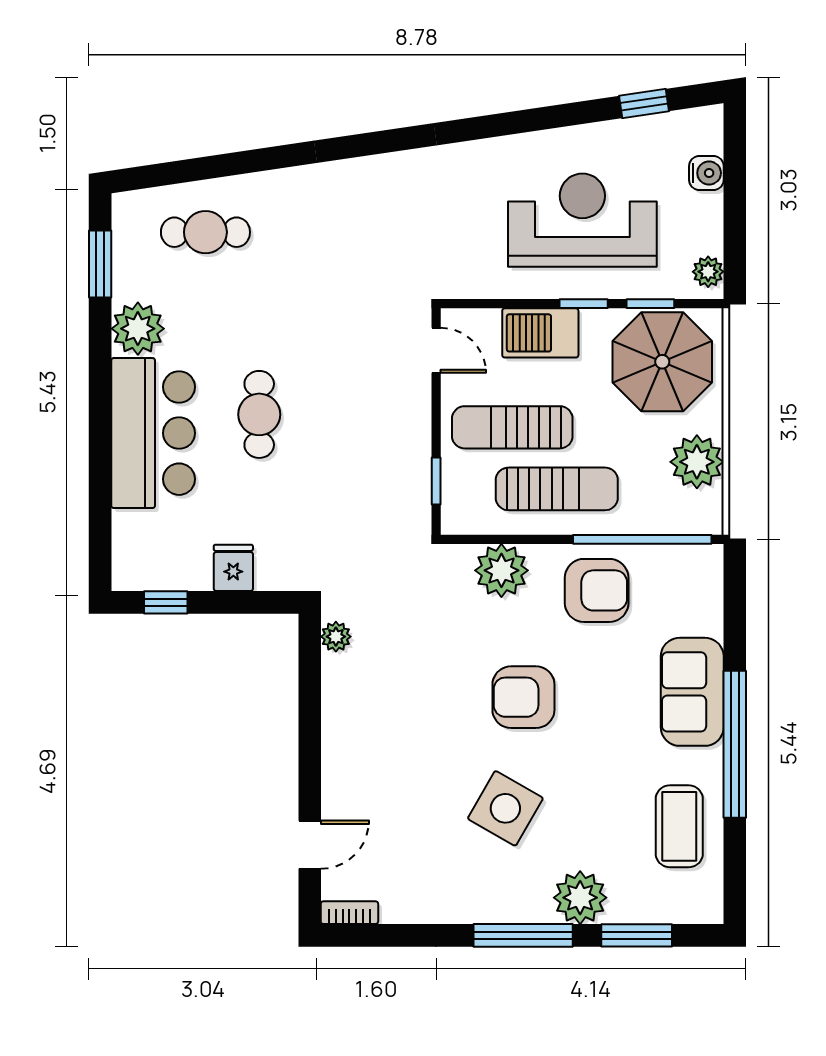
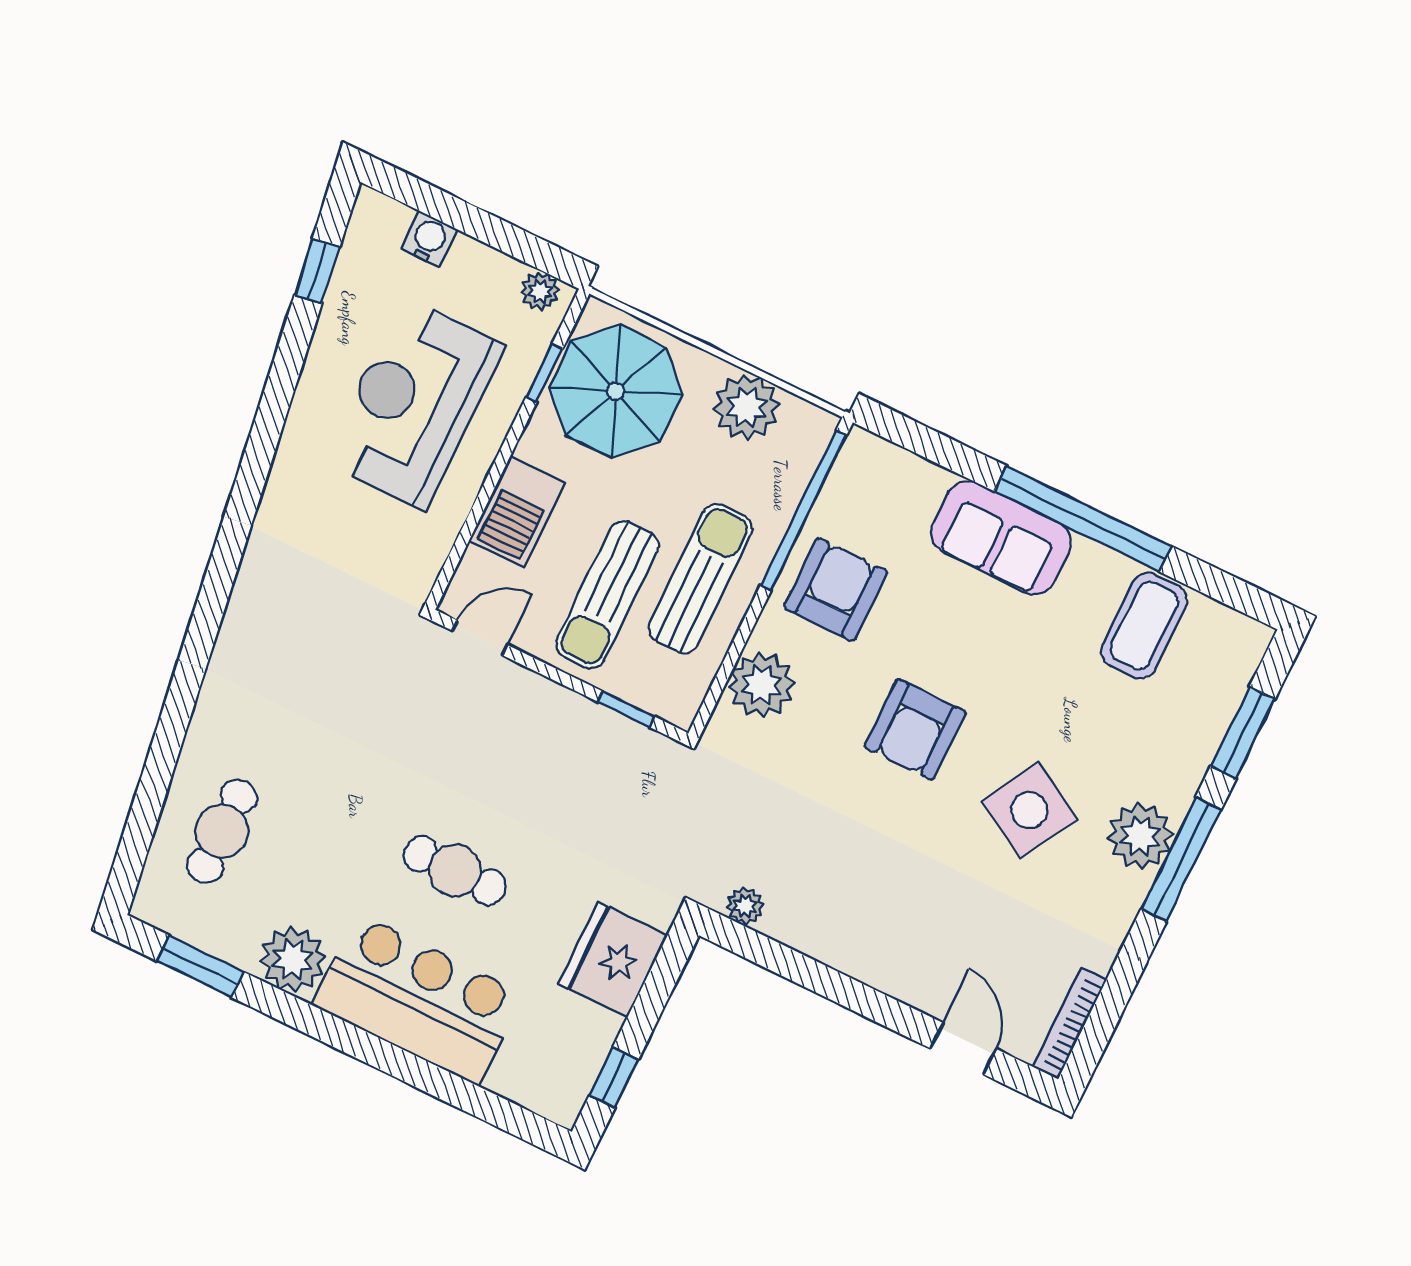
window: (584, 304) -> (508, 448), removed
fridge: (233, 568) -> (613, 959), width x1.88, depth x1.34
coffee table: (679, 826) -> (1144, 626), turned 90
plant: (580, 898) -> (1140, 836), moved
bookcase: (349, 913) -> (1070, 1023), width x1.56

